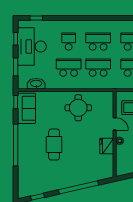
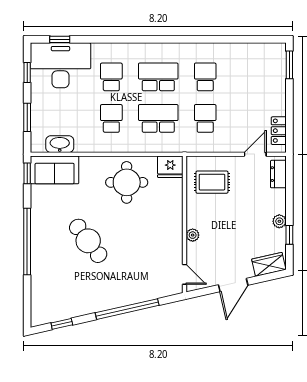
desk: (32, 47) -> (60, 65), moved, turned 90
school desk: (69, 68) -> (111, 118), width x0.54
sofa: (27, 108) -> (55, 170), moved, turned 90
door: (115, 124) -> (185, 274), moved
cafe table: (54, 145) -> (88, 241), turned -37
fridge: (107, 146) -> (170, 167), moved, turned -90

